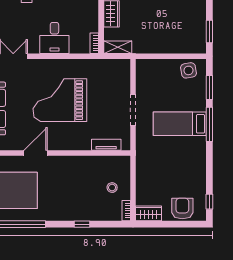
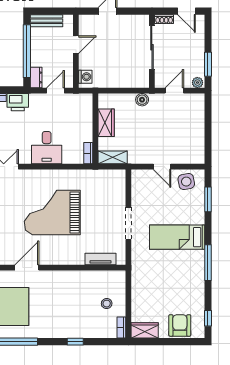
window: (209, 32) -> (208, 141), removed
door: (165, 56) -> (162, 167), added
window: (209, 124) -> (208, 263), moved

